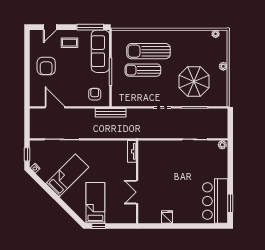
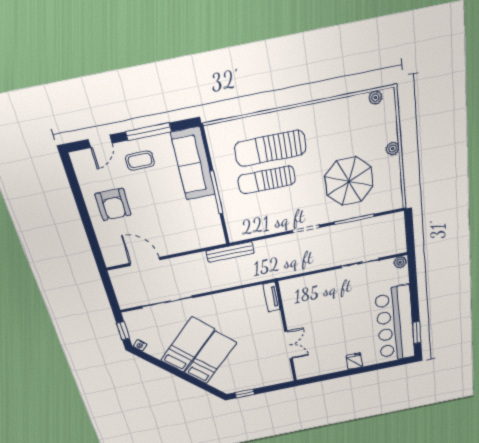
window: (90, 27) -> (149, 132), moved
armchair: (95, 94) -> (200, 231), removed
double door: (137, 192) -> (289, 345), swing flipped
bar counter: (215, 201) -> (395, 324), width x1.36
bed: (95, 203) -> (211, 358), moved, turned 45
fridge: (167, 217) -> (354, 361), moved

